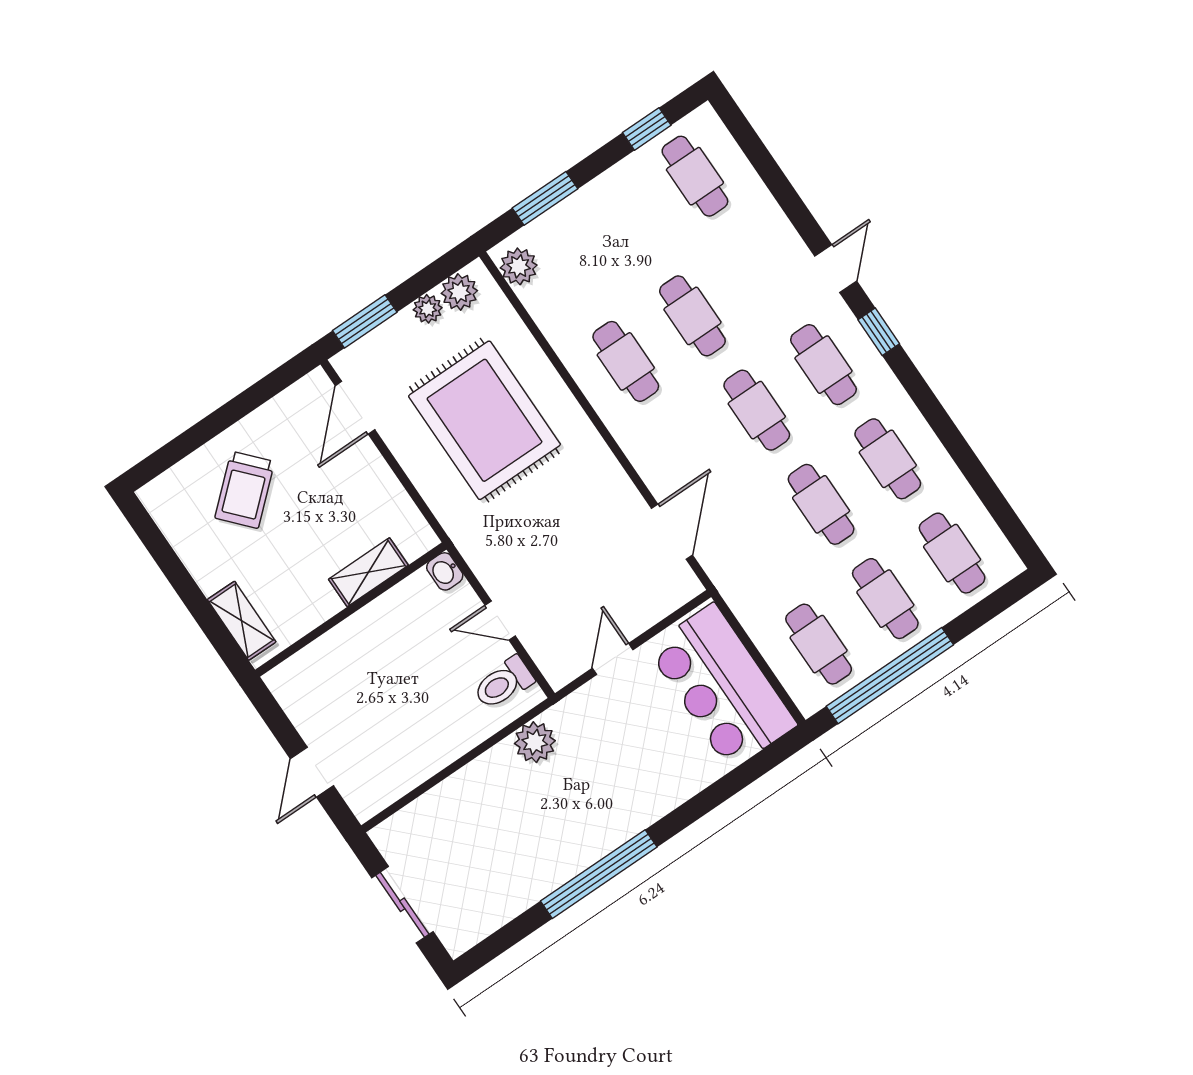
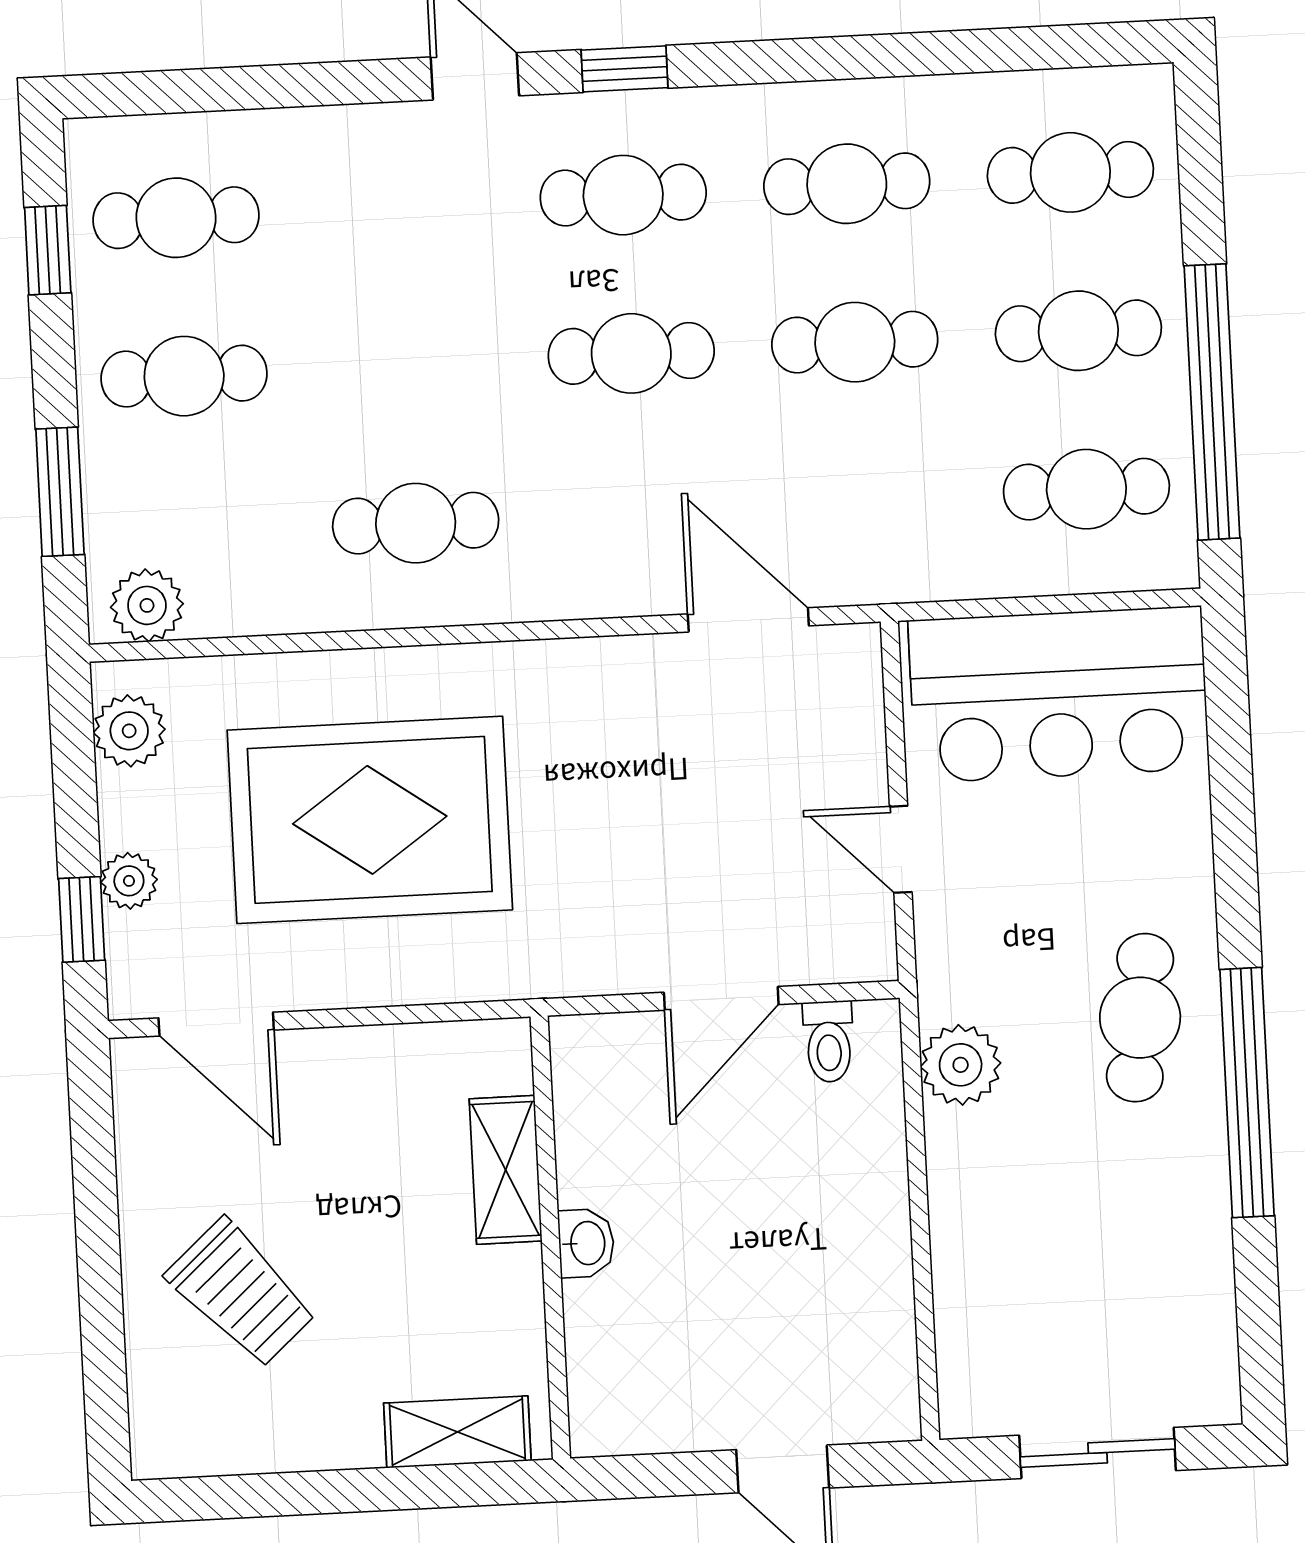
plant: (428, 309) -> (129, 881), moved
cafe table: (692, 316) -> (184, 376), moved
window: (365, 321) -> (82, 919), width x0.67
washbasin: (445, 571) -> (586, 1243), moved, turned -90
door: (500, 620) -> (721, 998), width x1.38
toilet: (503, 683) -> (829, 1042), width x0.73, depth x0.72
cafe table: (603, 808) -> (1140, 1018), added

